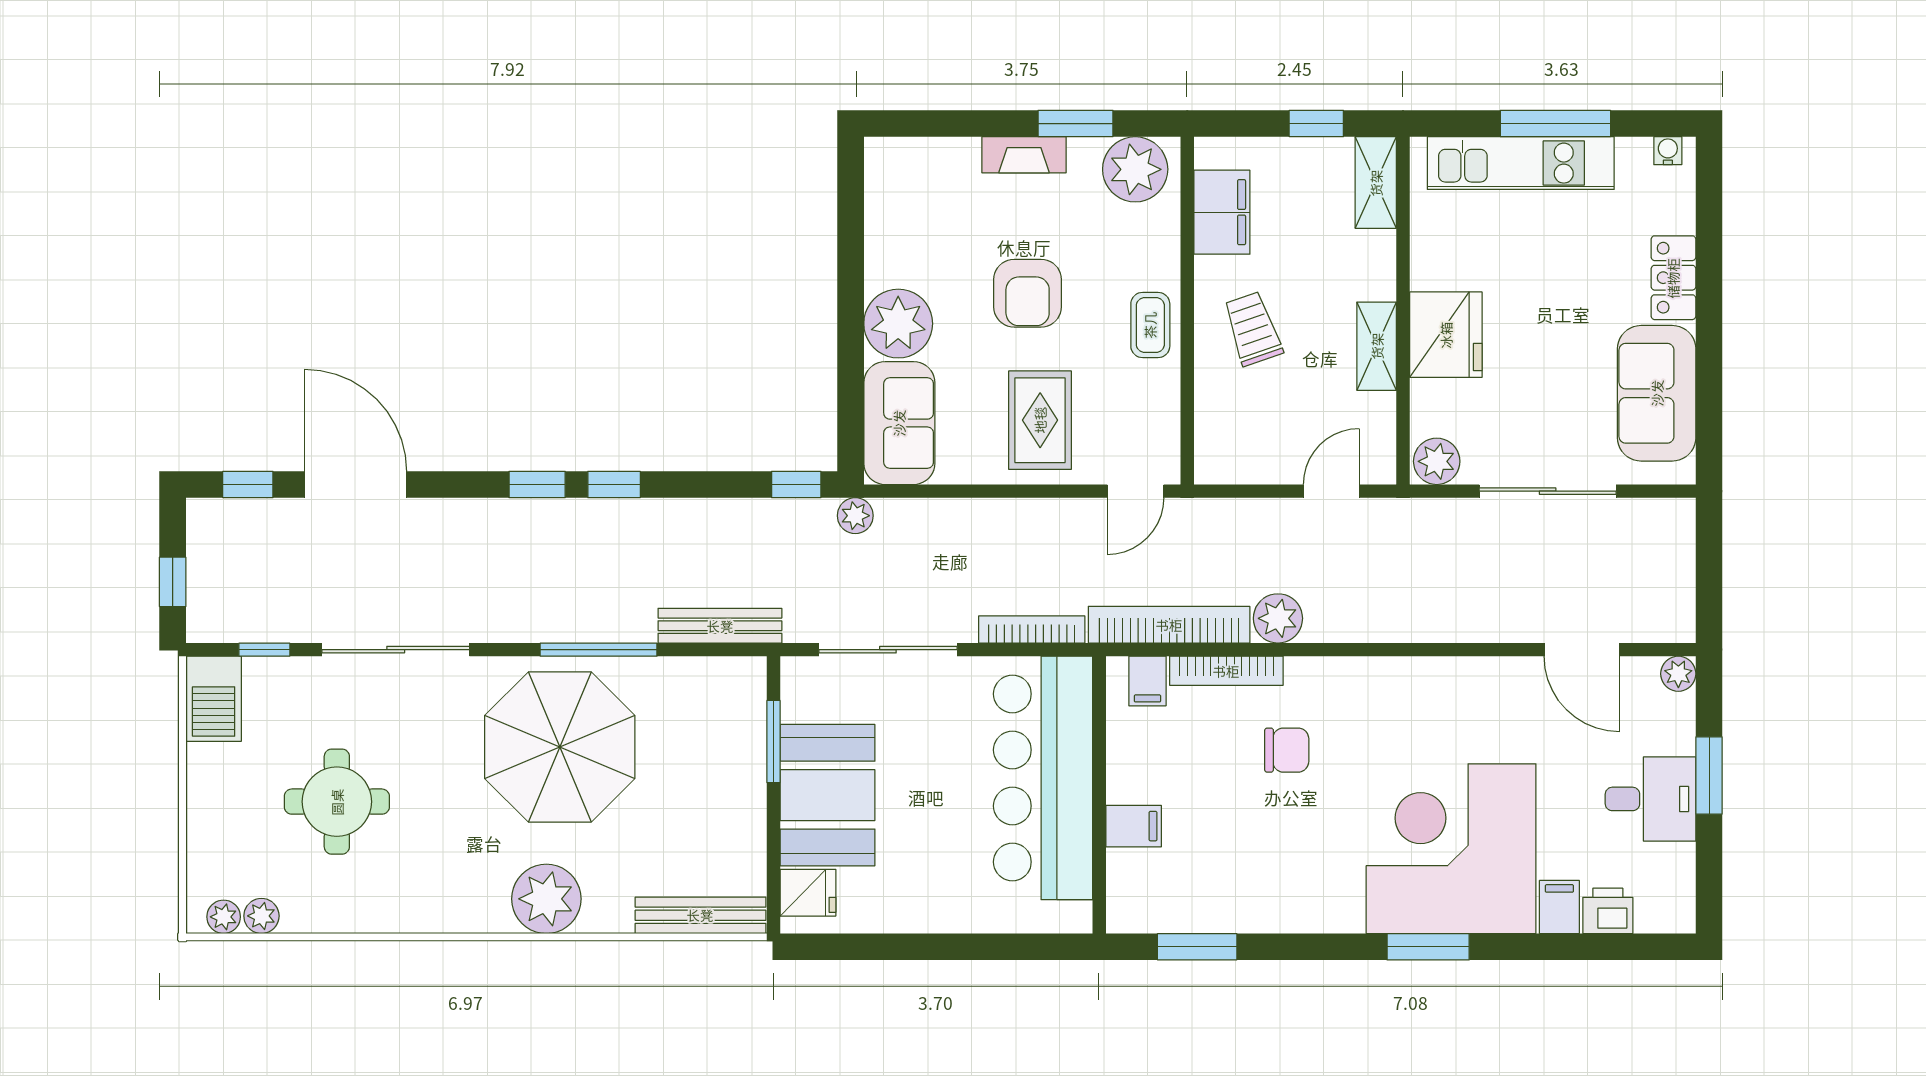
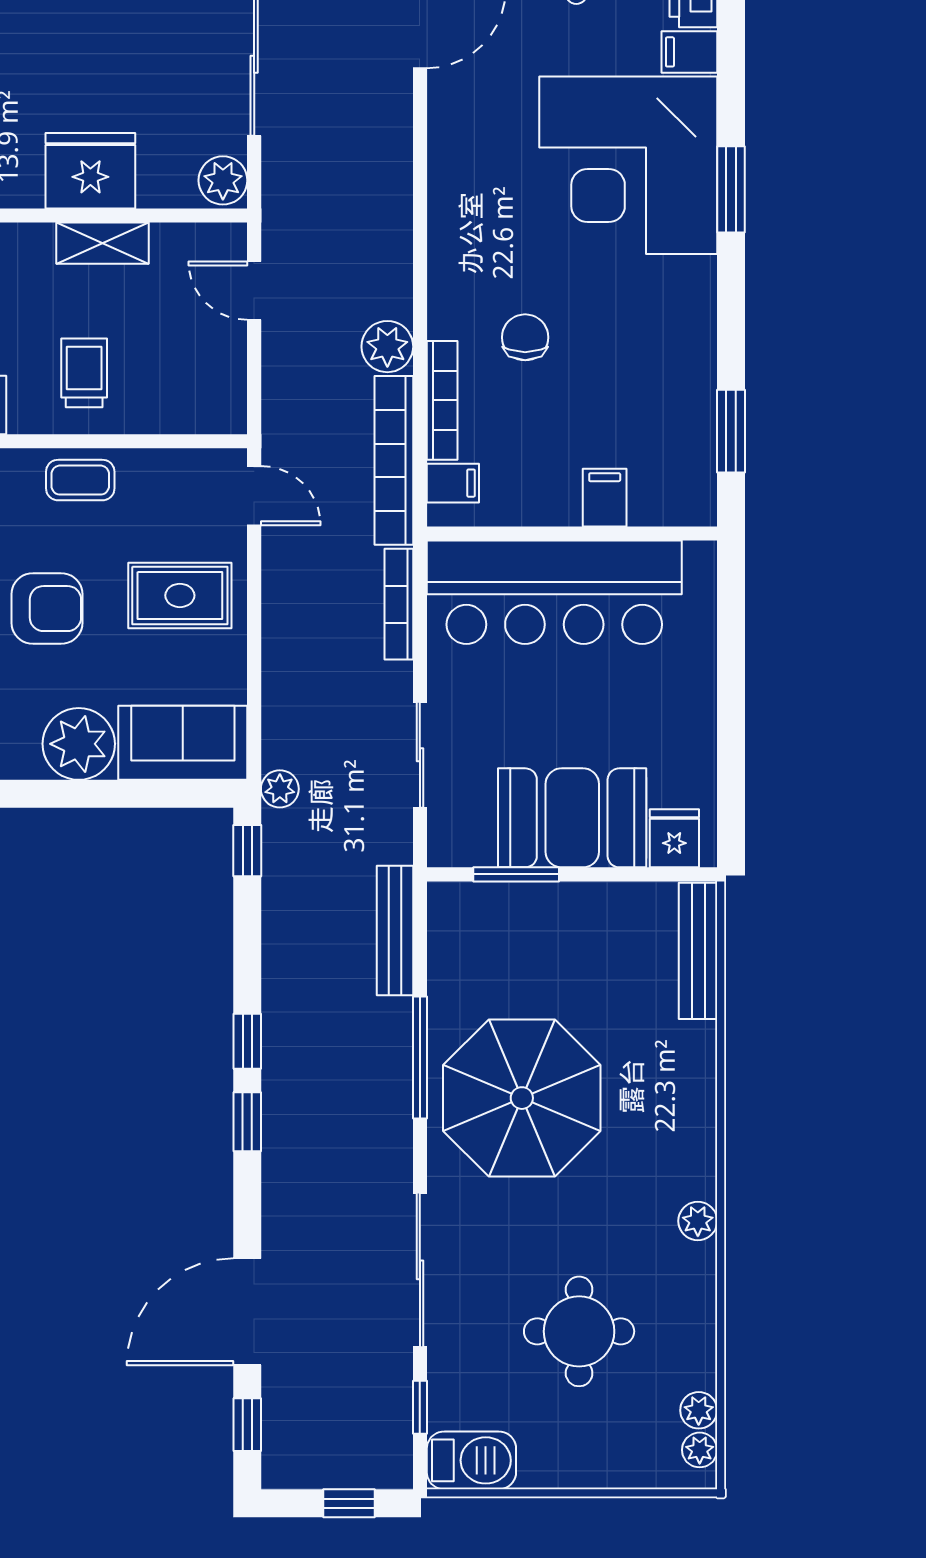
trolley: (1253, 329) -> (84, 373), turned 109
sliding door: (888, 650) -> (420, 755), width x0.73
plant: (546, 899) -> (698, 1221), moved, width x0.53, depth x0.53

